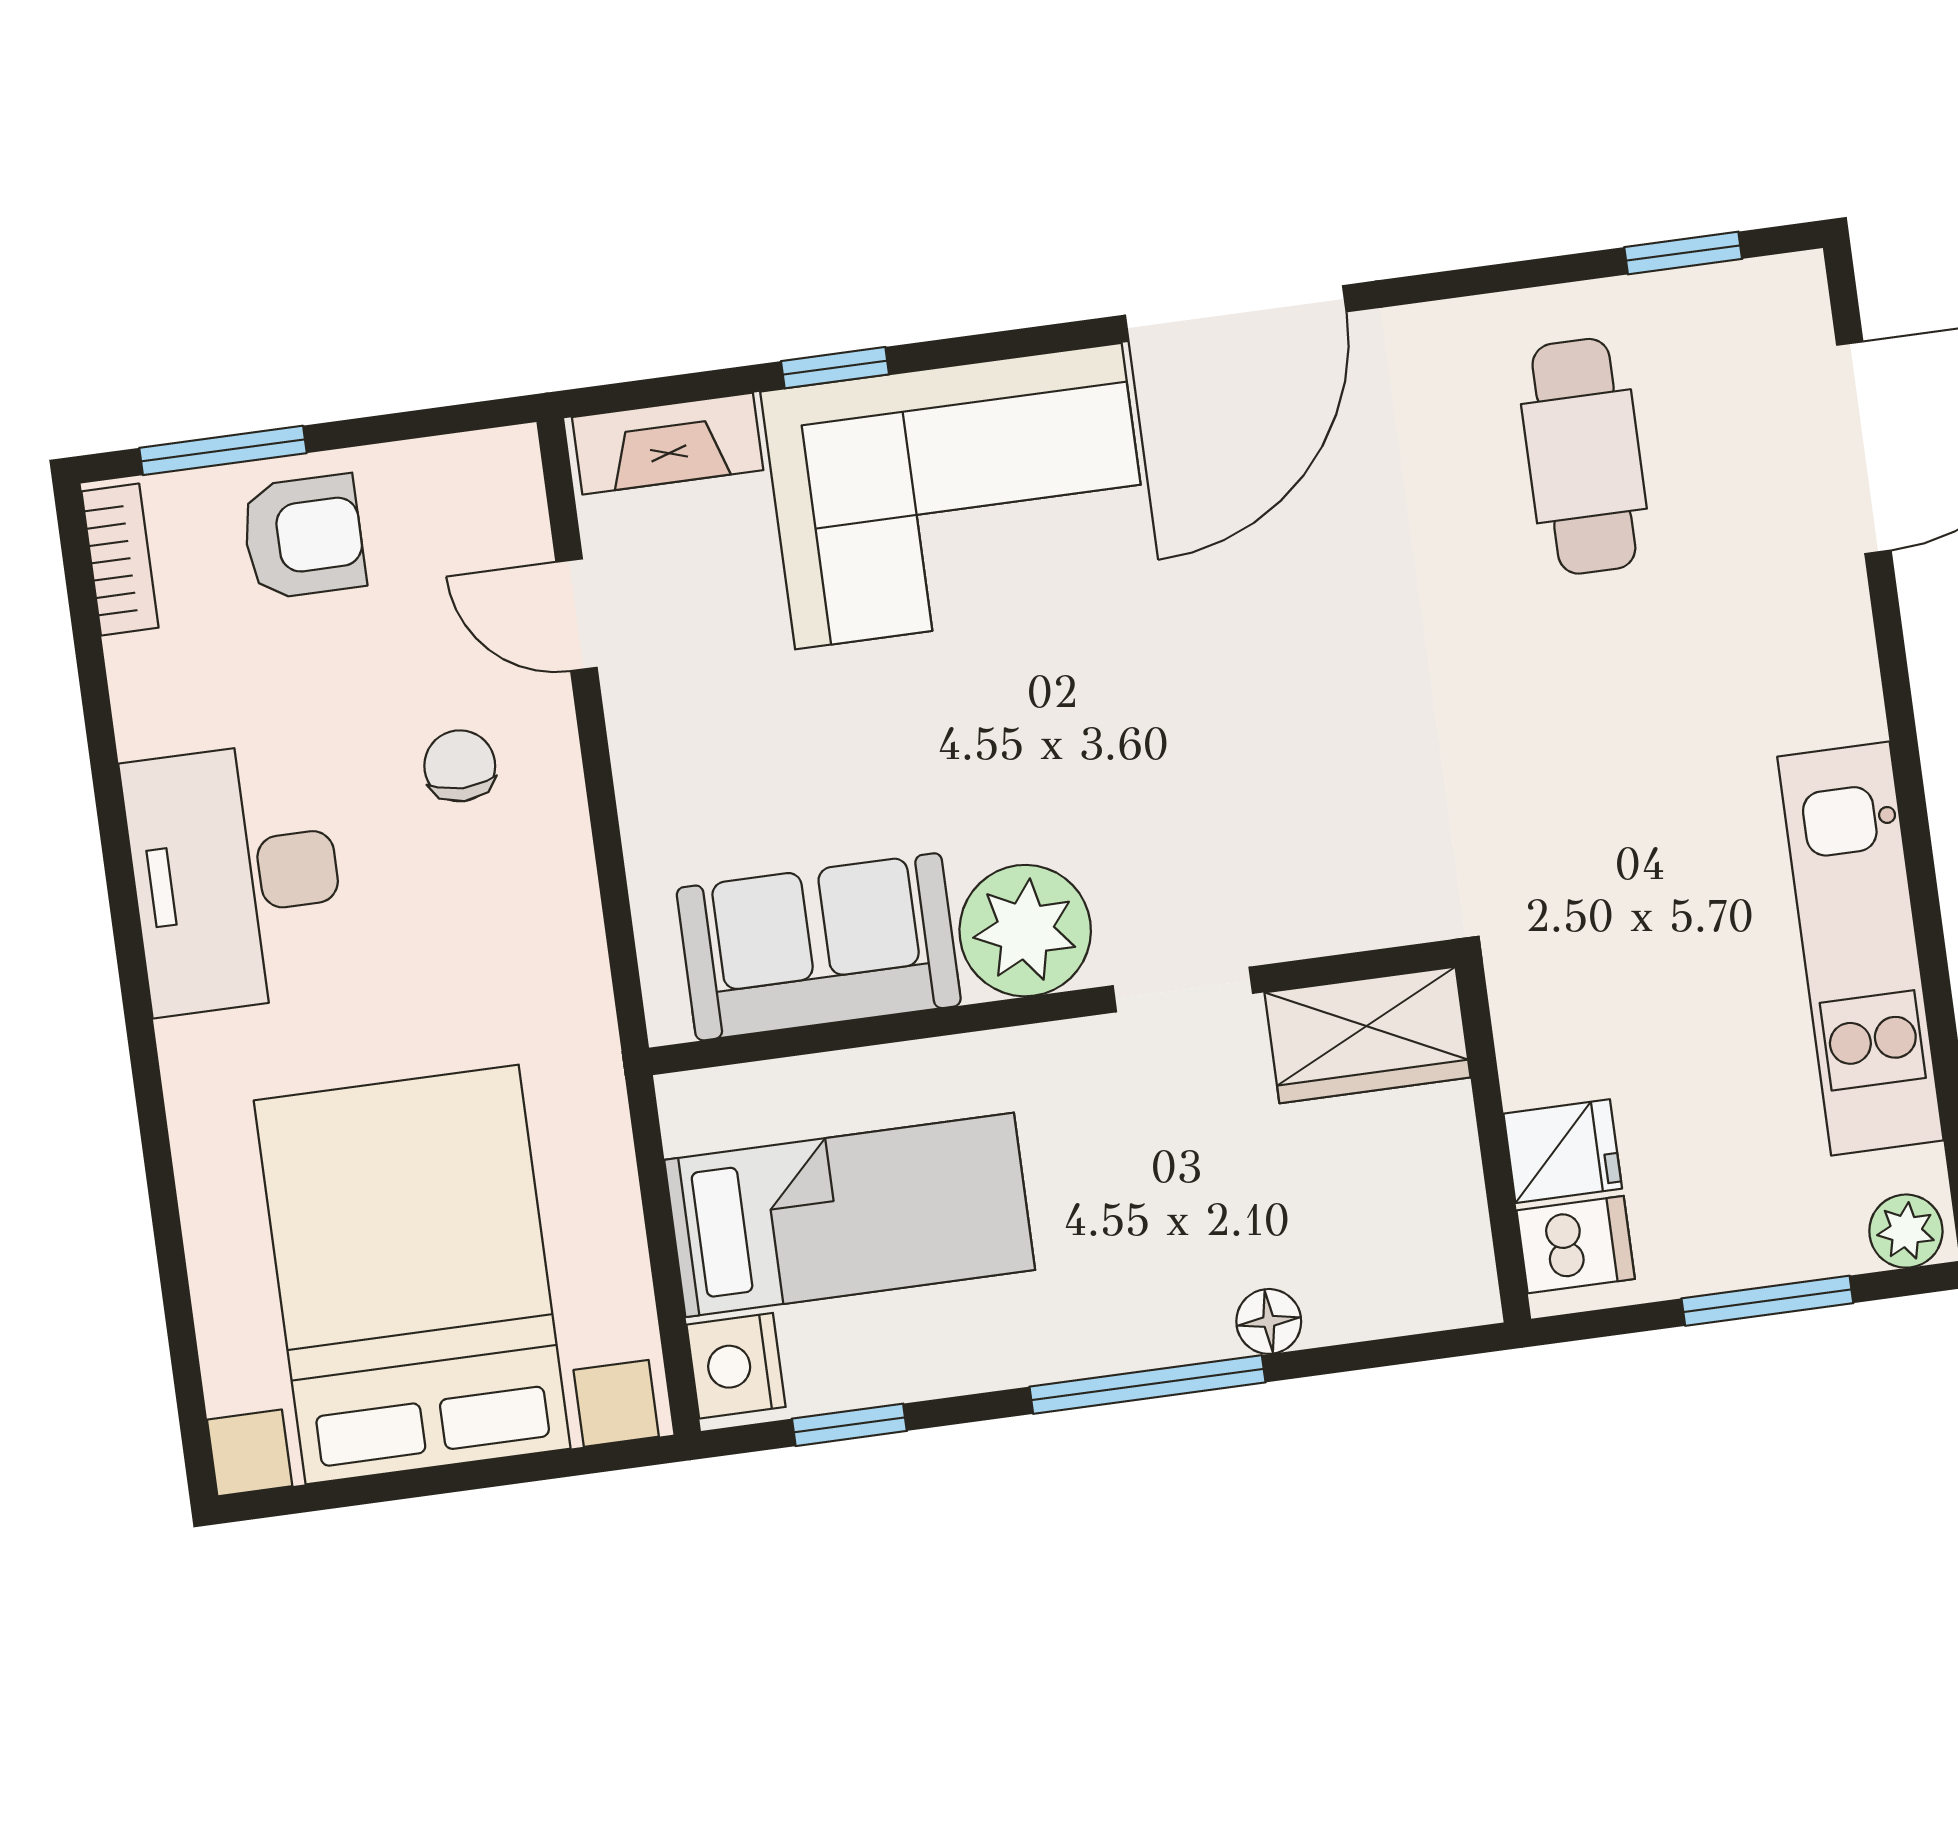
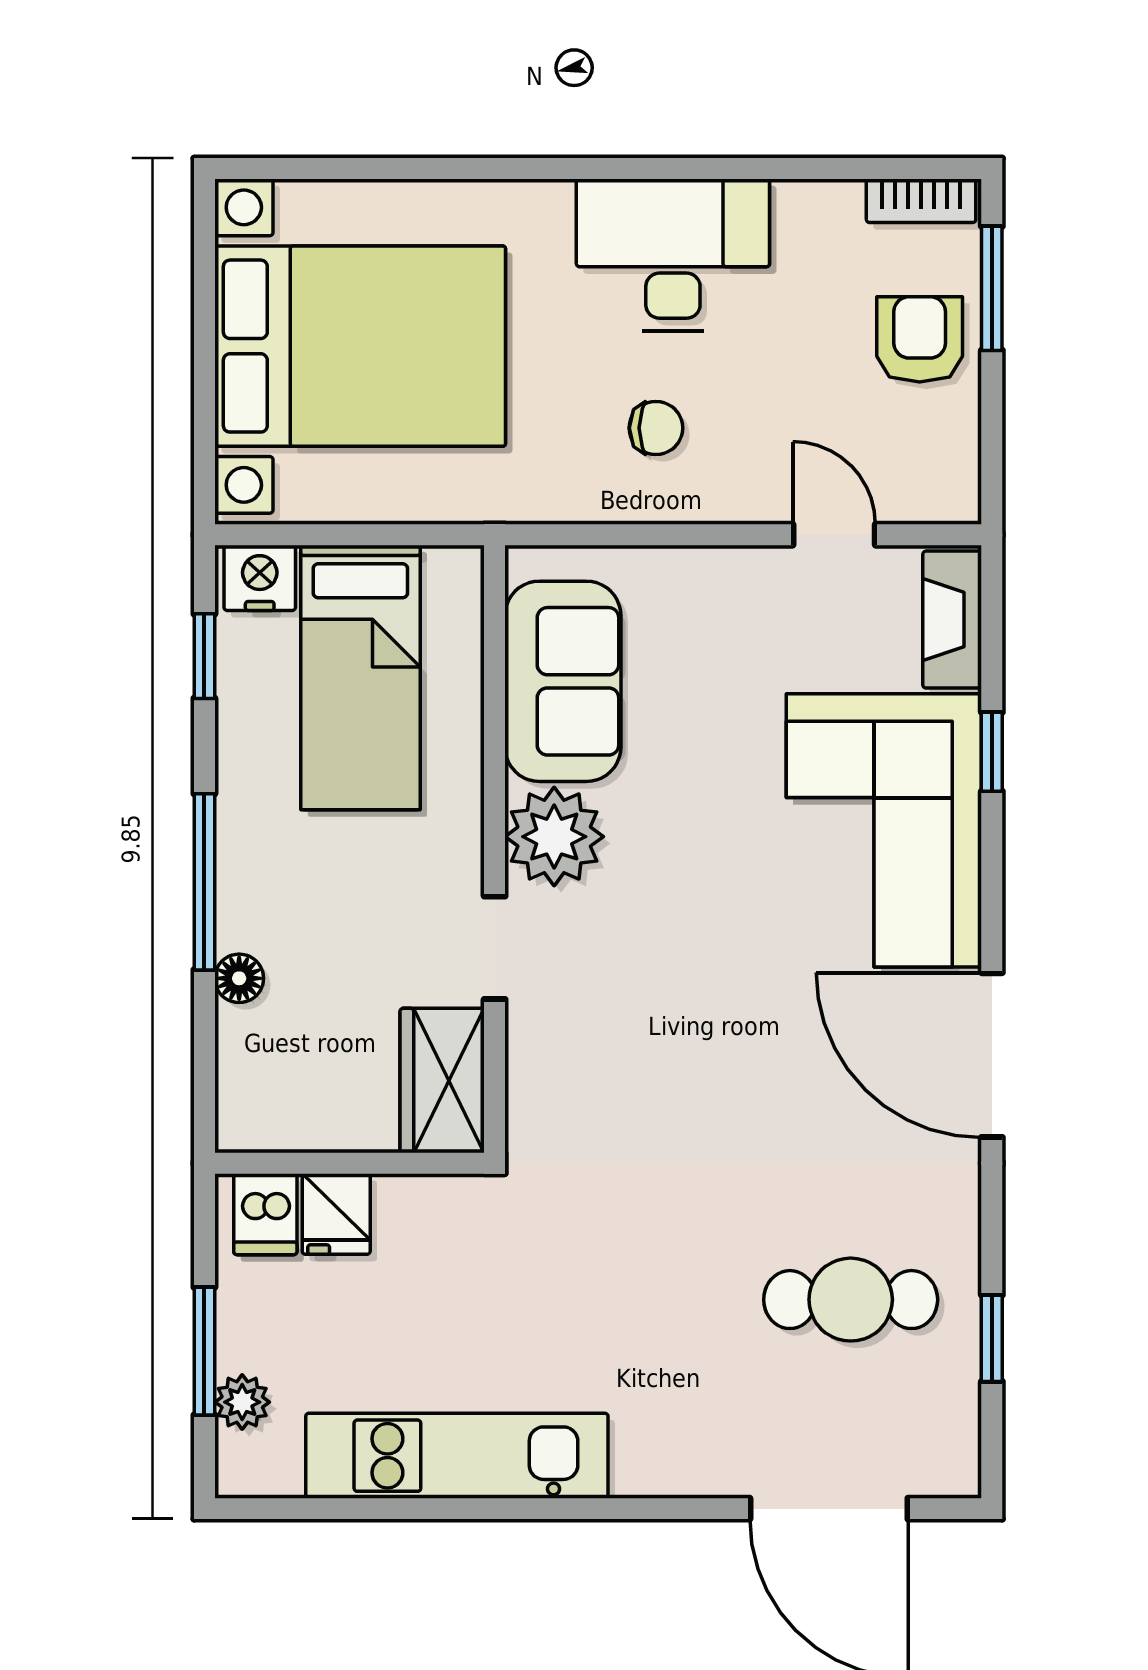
window: (1683, 253) -> (992, 1338), moved
armchair: (303, 537) -> (920, 339), turned 180
door: (577, 615) -> (834, 535), hinge flipped
chair: (460, 766) -> (656, 428), moved
plant: (1906, 1231) -> (242, 1402), moved

